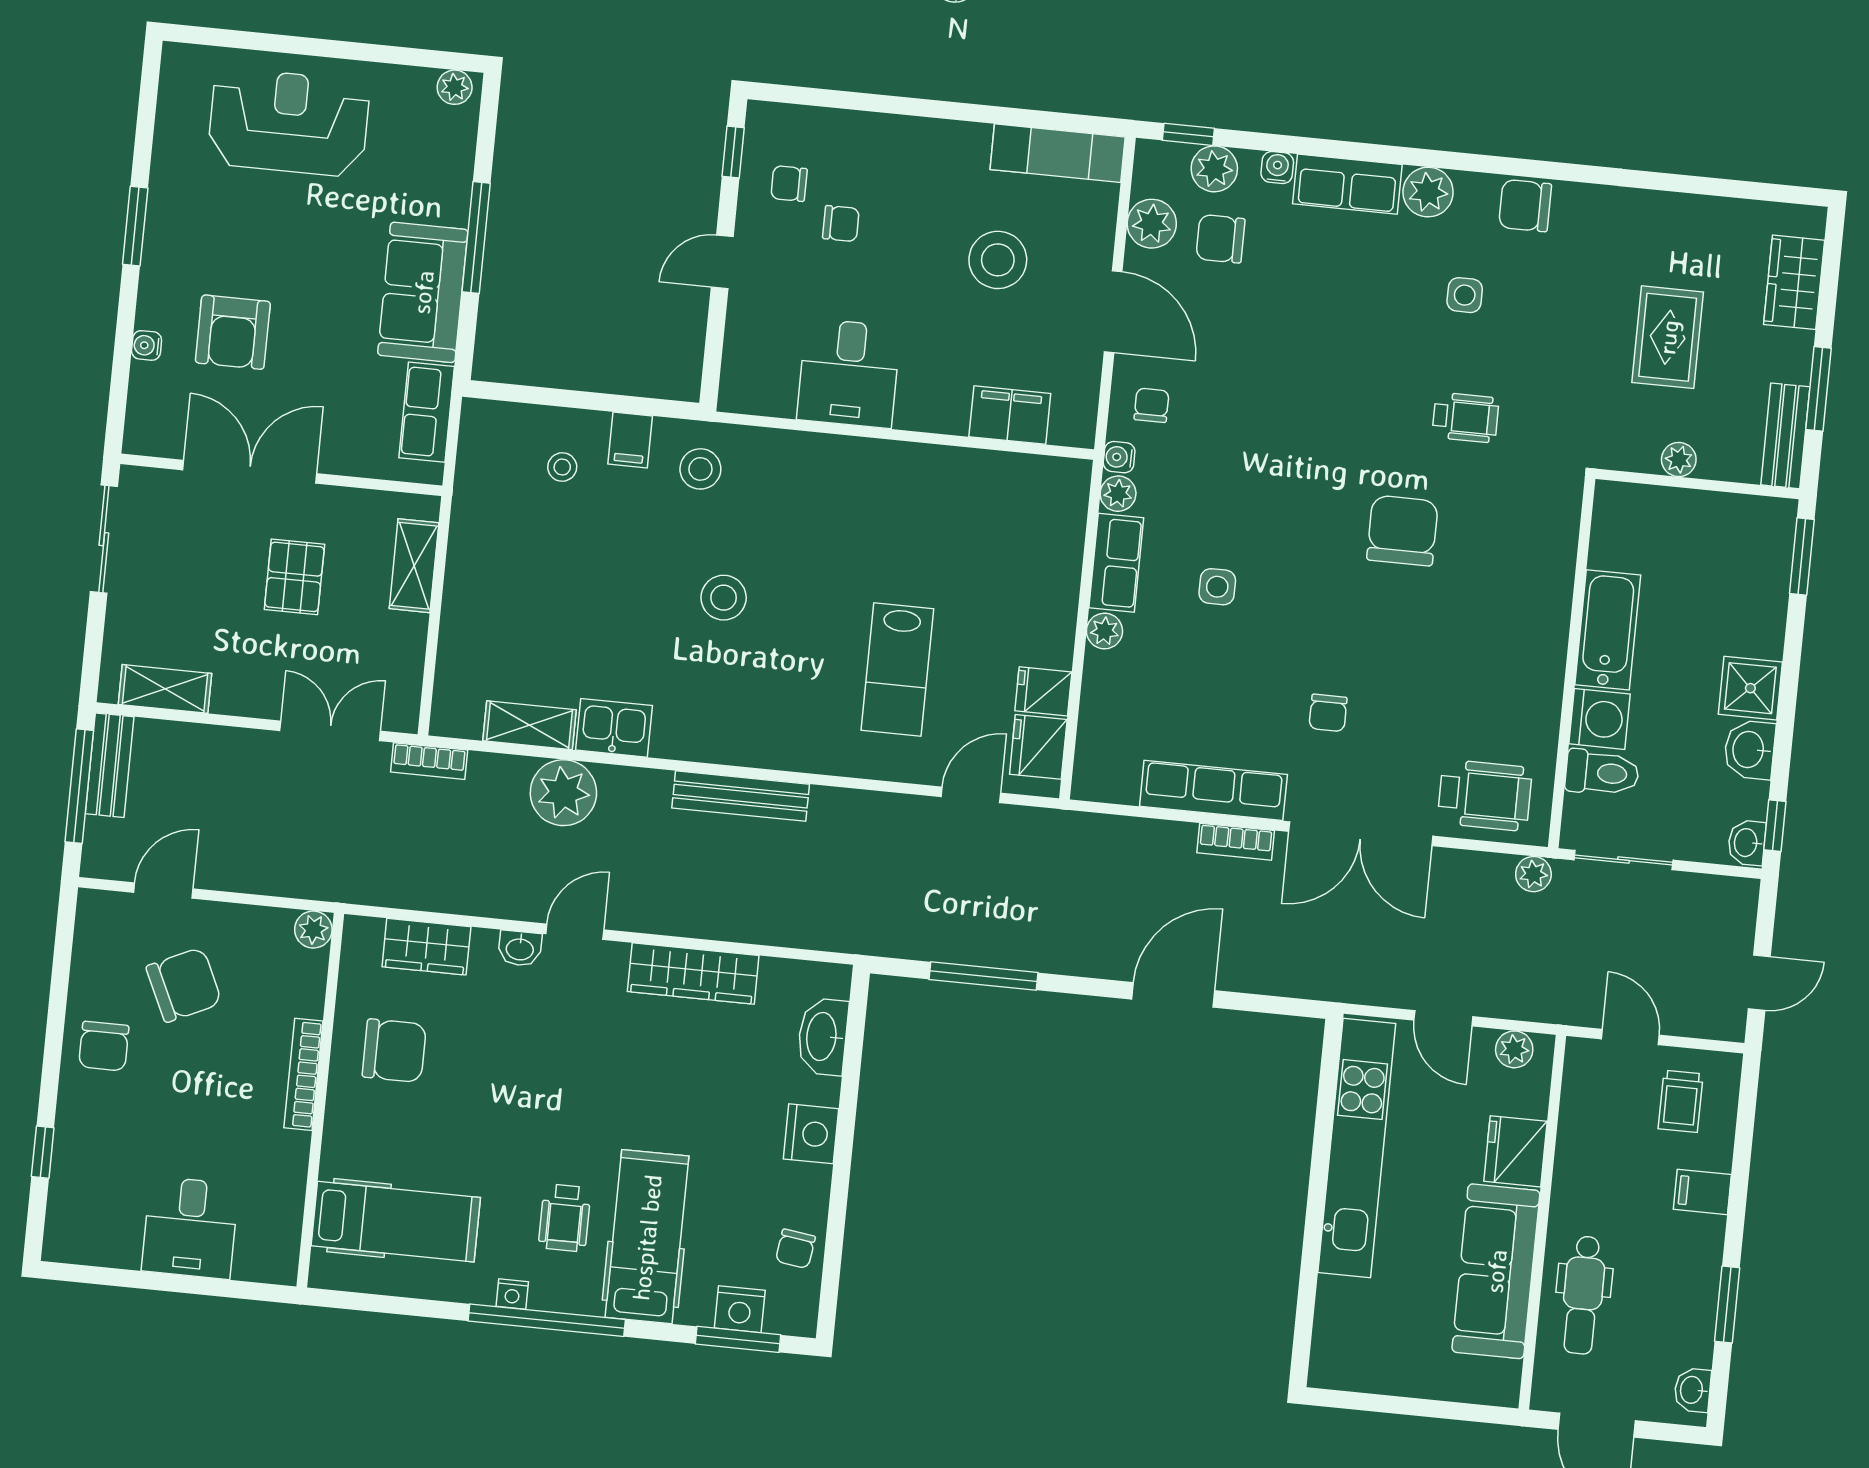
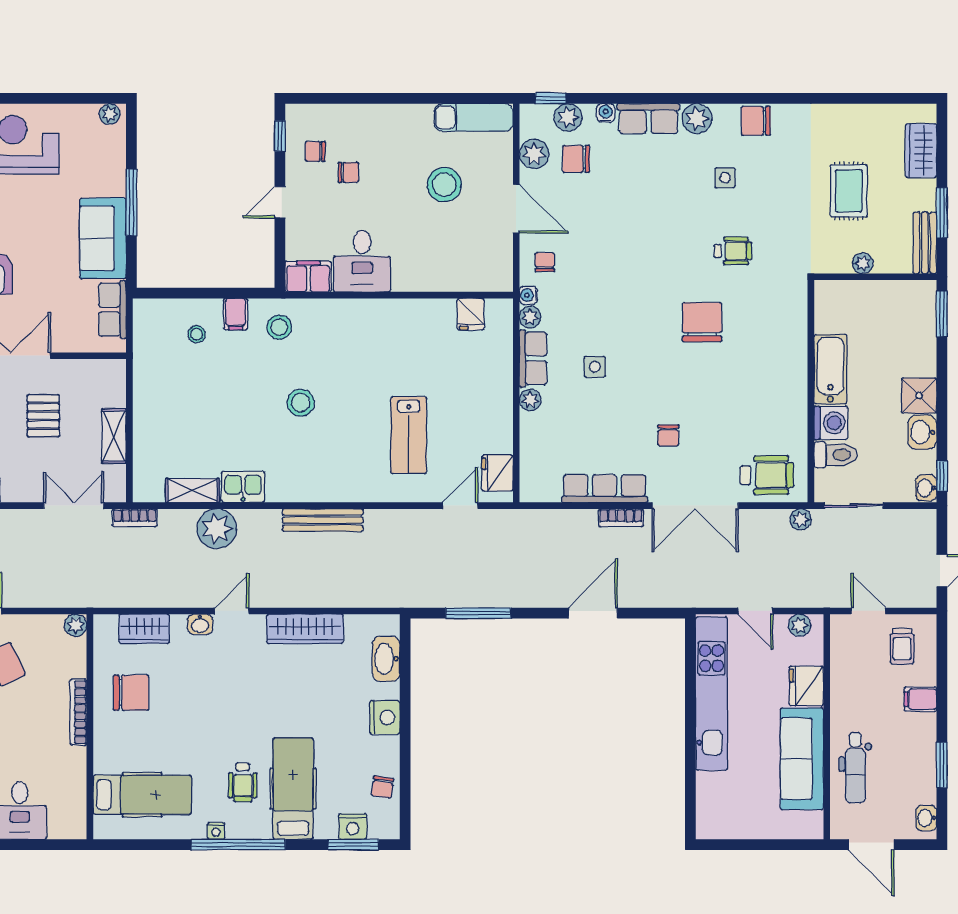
filing cabinet: (1010, 415) -> (308, 277), moved
shelving: (414, 566) -> (114, 436), moved
fridge: (1043, 691) -> (471, 314), moved, turned -90

